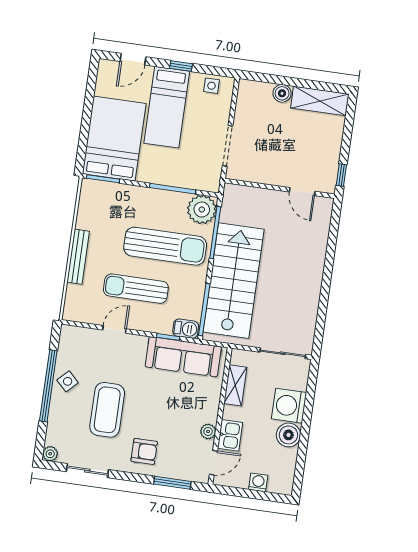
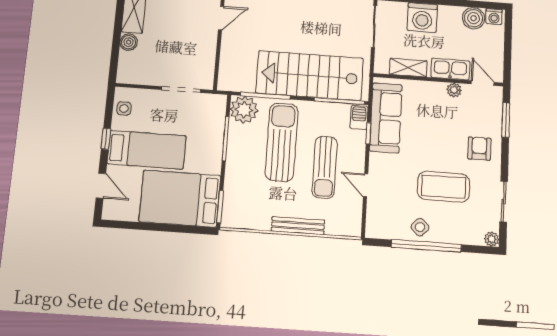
kitchen sink: (230, 435) -> (450, 69), width x1.38
boiler: (288, 435) -> (474, 18), moved
washing machine: (258, 482) -> (494, 17), moved, turned -90

